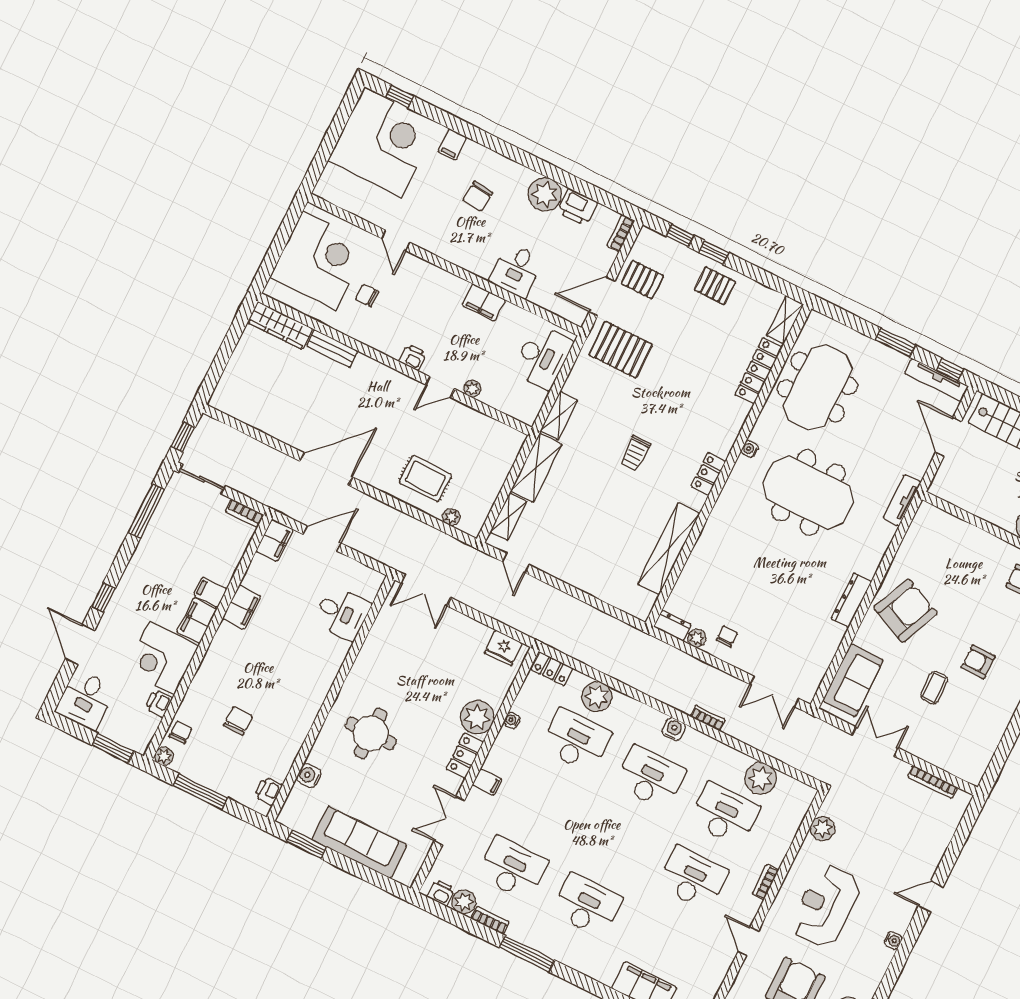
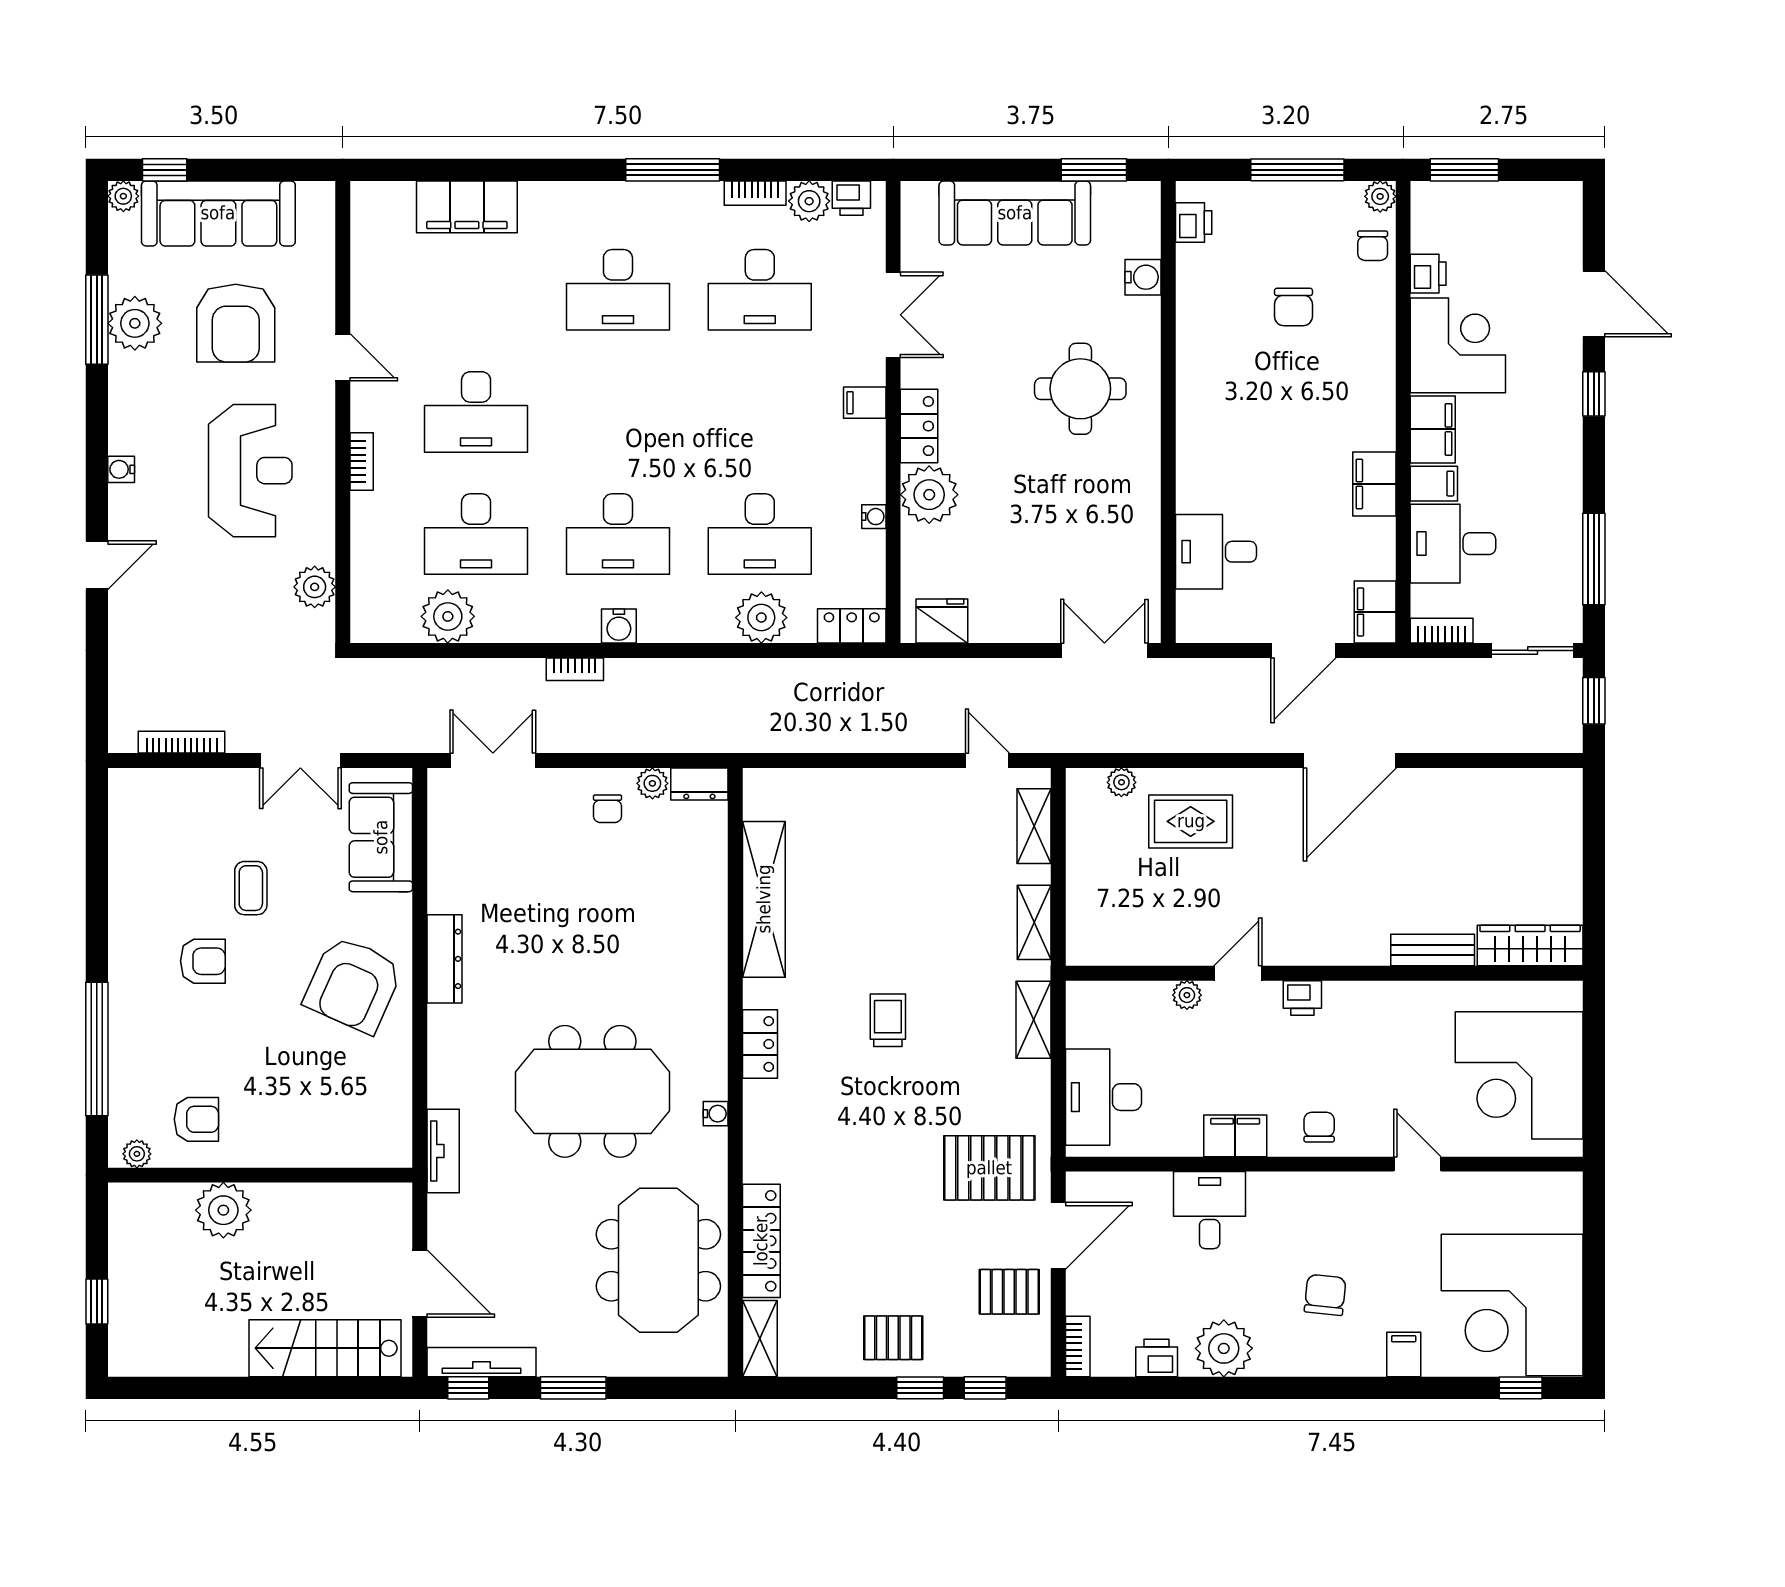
printer: (577, 207) -> (1157, 1358), width x0.73, depth x0.81
chair: (367, 295) -> (1319, 1127), moved, turned -90
shelving: (536, 468) -> (1034, 922), width x0.67, depth x0.75
desk: (86, 700) -> (1453, 544), moved, turned -90

